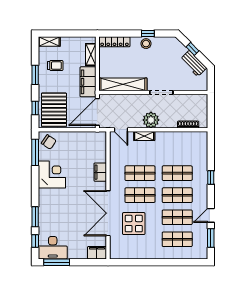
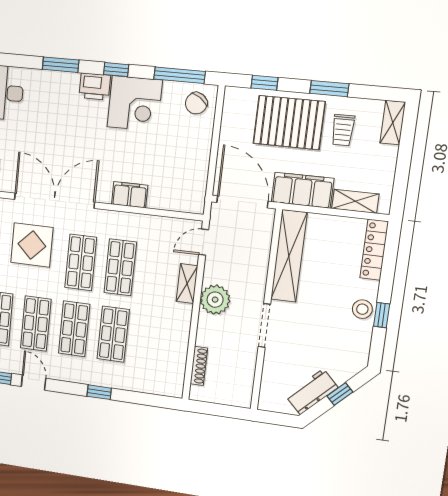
pallet: (54, 110) -> (289, 123), moved
printer: (45, 197) -> (95, 87), added
window: (35, 241) -> (116, 70), moved

